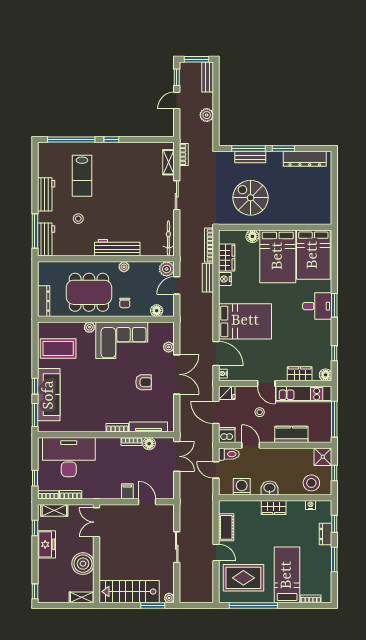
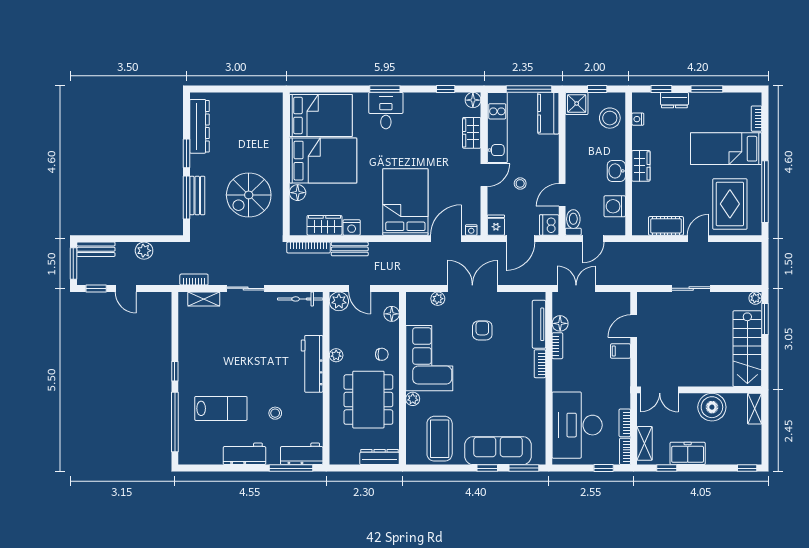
kitchen counter: (291, 434) -> (548, 113), moved

